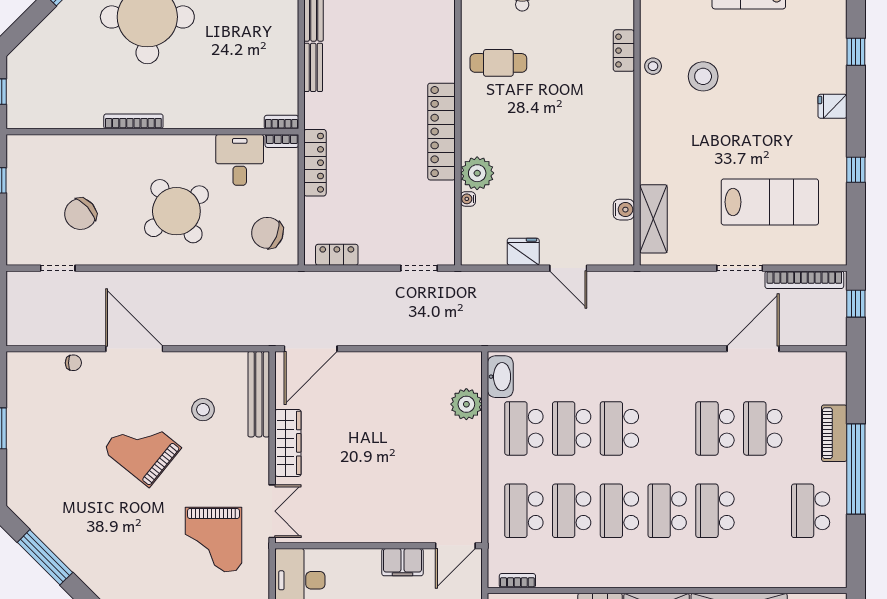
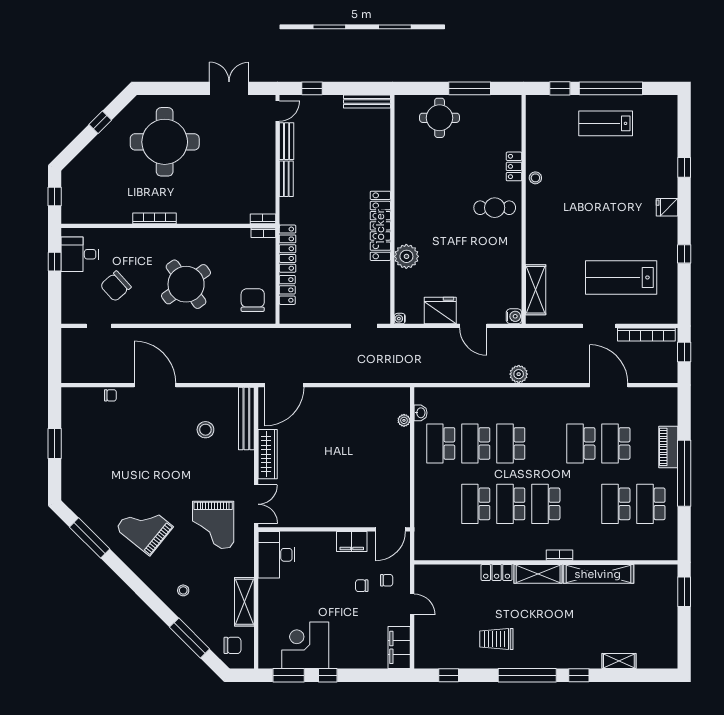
cafe table: (498, 63) -> (495, 208), moved
stool: (703, 76) -> (572, 185), removed
desk: (240, 160) -> (80, 254), moved, turned -90
water cooler: (468, 199) -> (400, 319), moved
lab bench: (770, 202) -> (621, 277), turned 180
water cooler: (624, 210) -> (514, 316), moved
chair: (267, 233) -> (253, 300), turned 68
fridge: (523, 252) -> (440, 311), width x1.36, depth x1.34
locker: (337, 255) -> (287, 290), moved, turned 90
plant: (630, 334) -> (519, 374), added
door: (753, 349) -> (609, 385), hinge flipped
washbasin: (500, 377) -> (421, 413), width x0.52, depth x0.69
plant: (466, 404) -> (404, 420), width x0.53, depth x0.53
grand piano: (142, 449) -> (144, 528), moved
school desk: (524, 511) -> (441, 504), removed
school desk: (715, 511) -> (616, 504), moved
bookcase: (517, 581) -> (559, 555), moved

